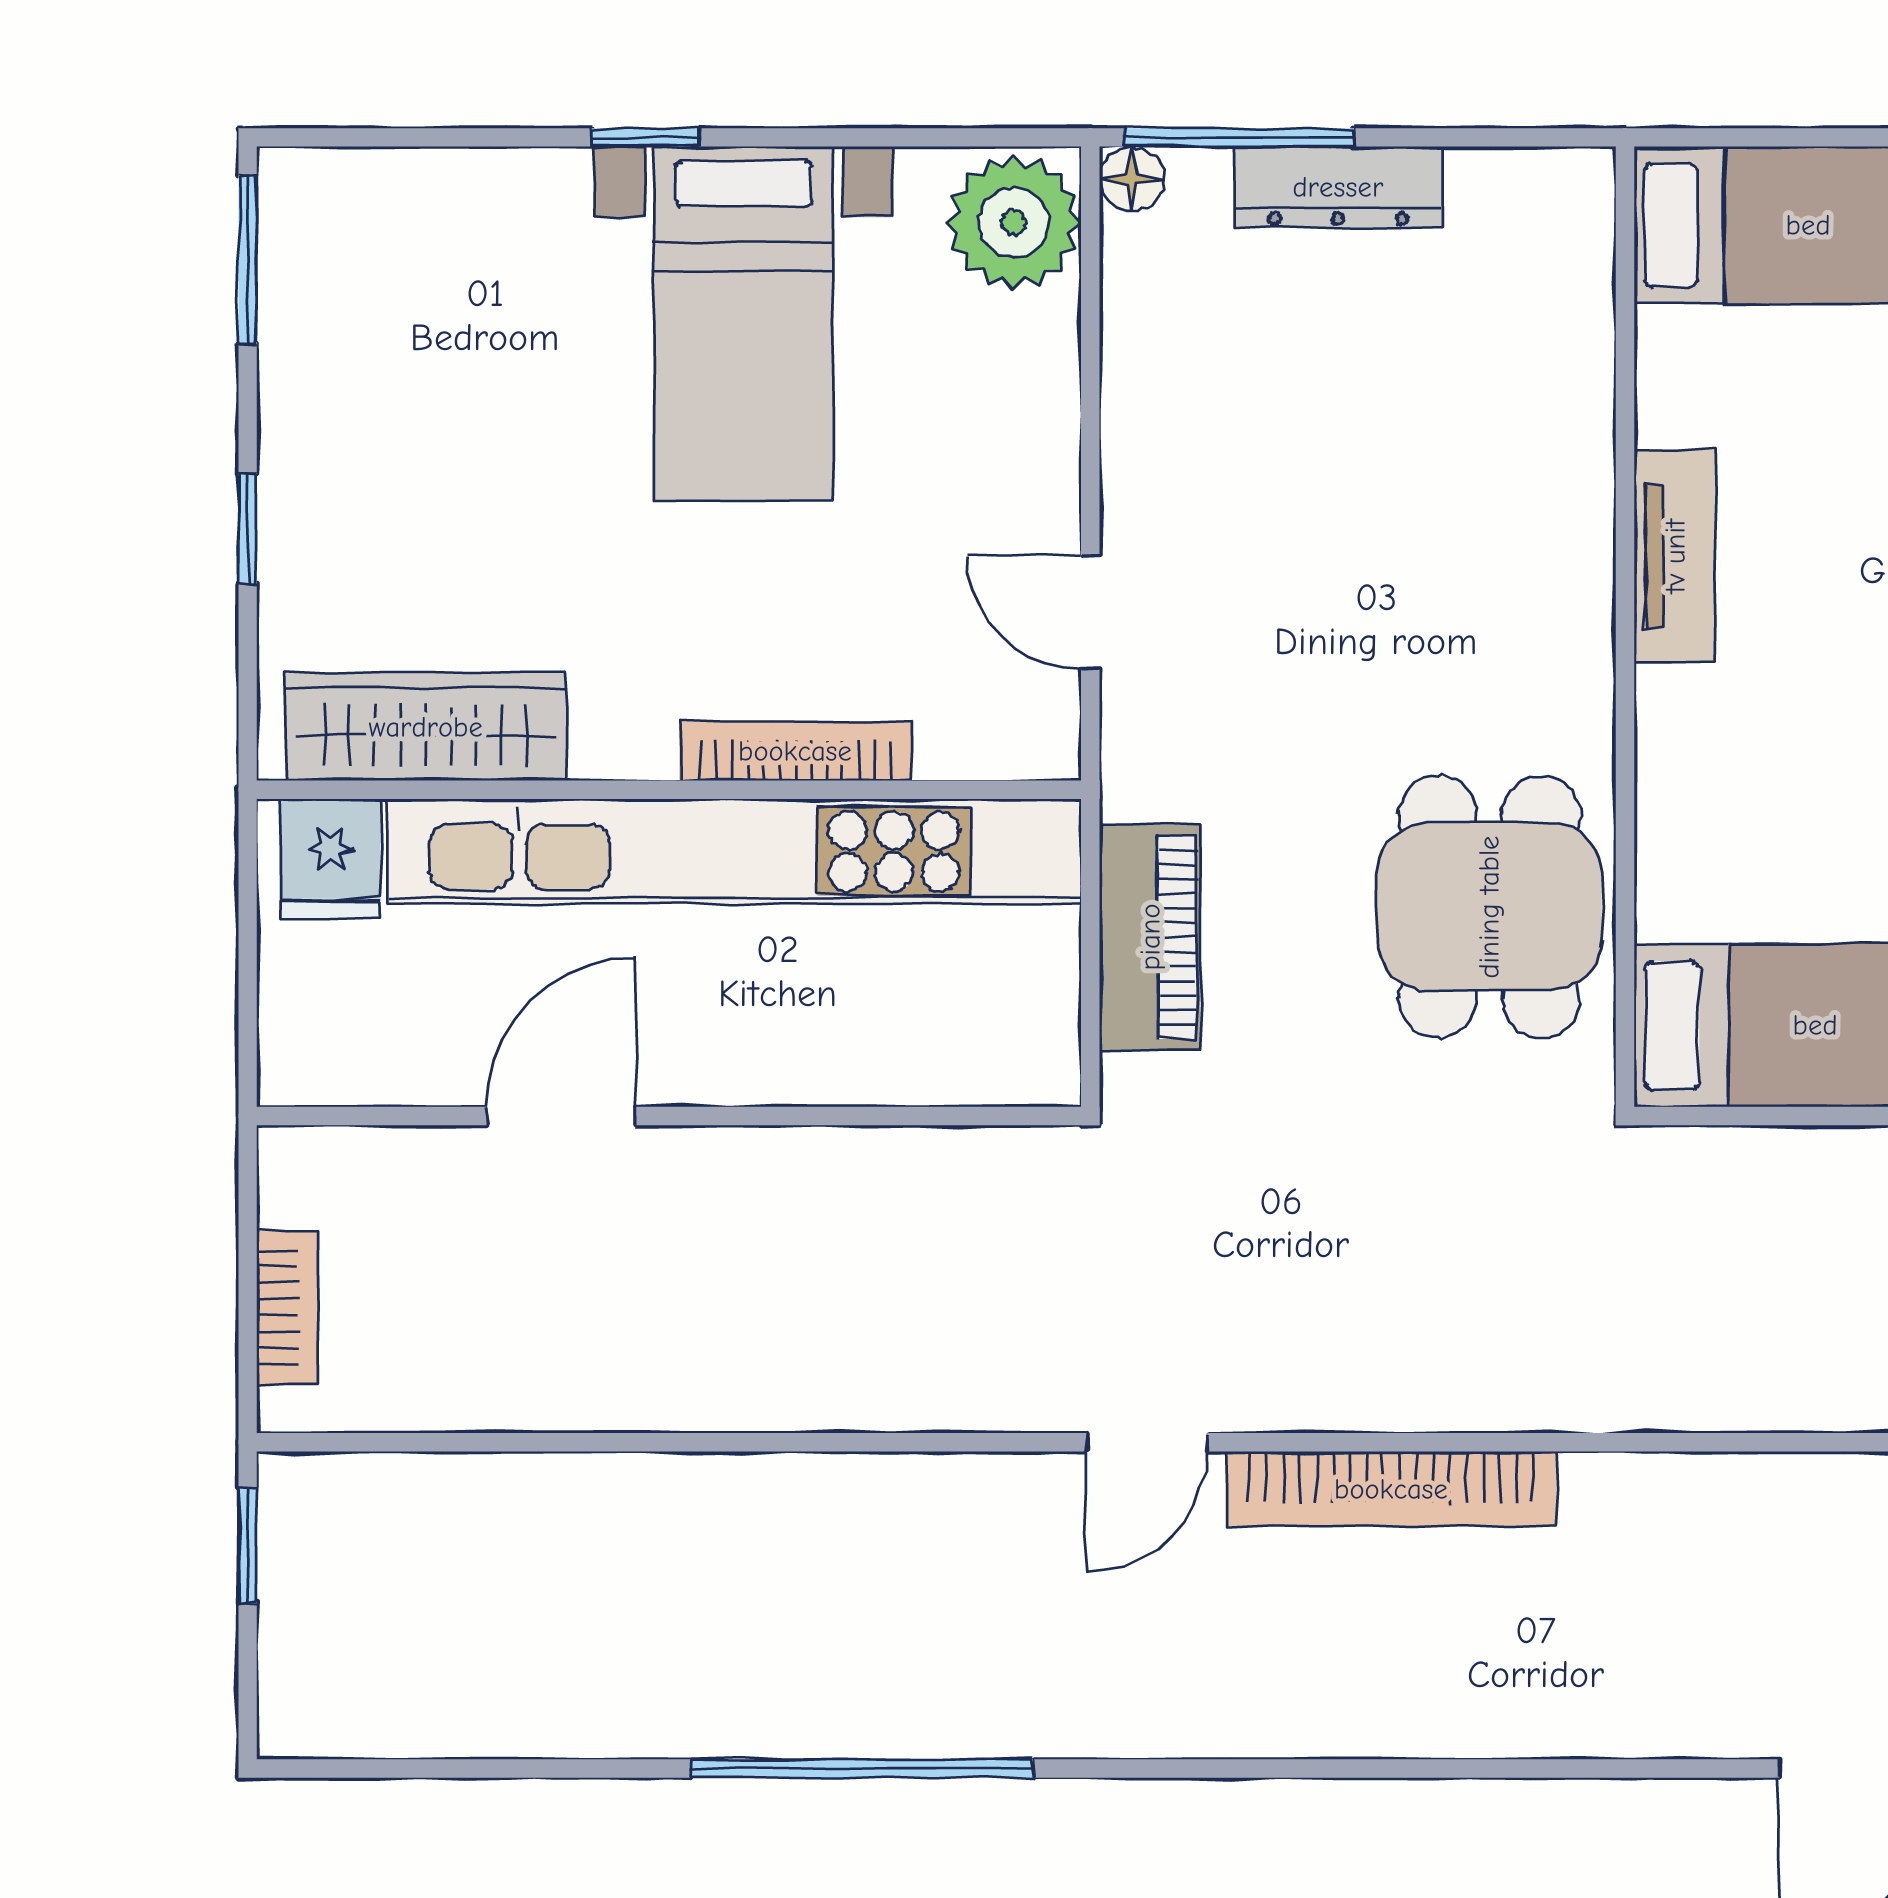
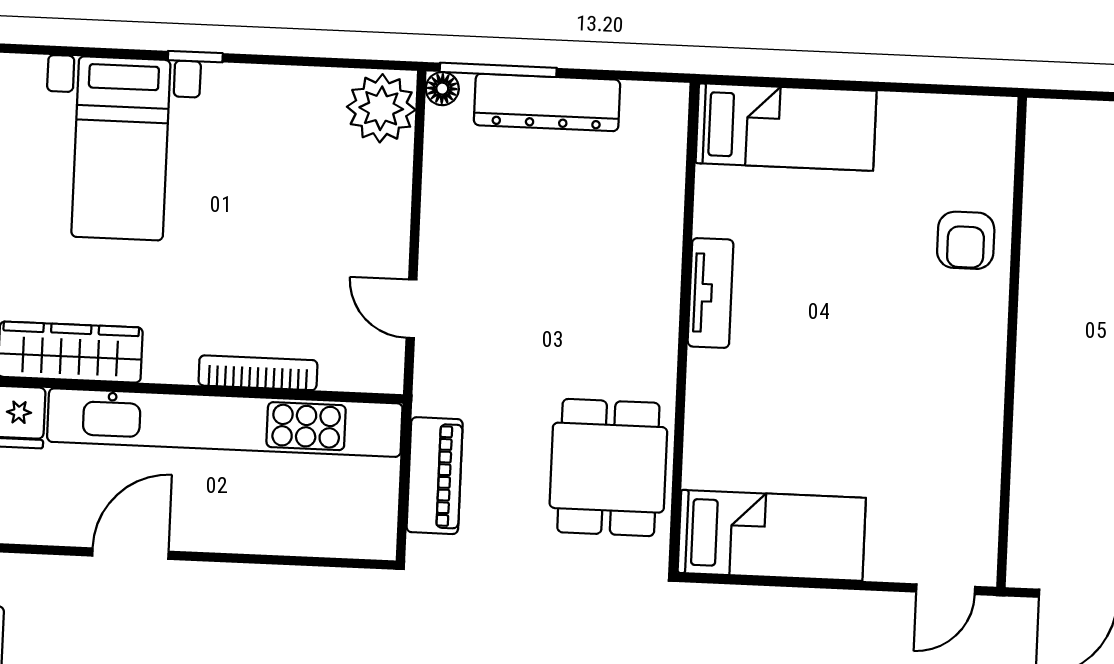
dresser: (1338, 187) -> (547, 102), width x1.37, depth x1.24
bed with nightstands: (744, 323) -> (121, 148), moved

